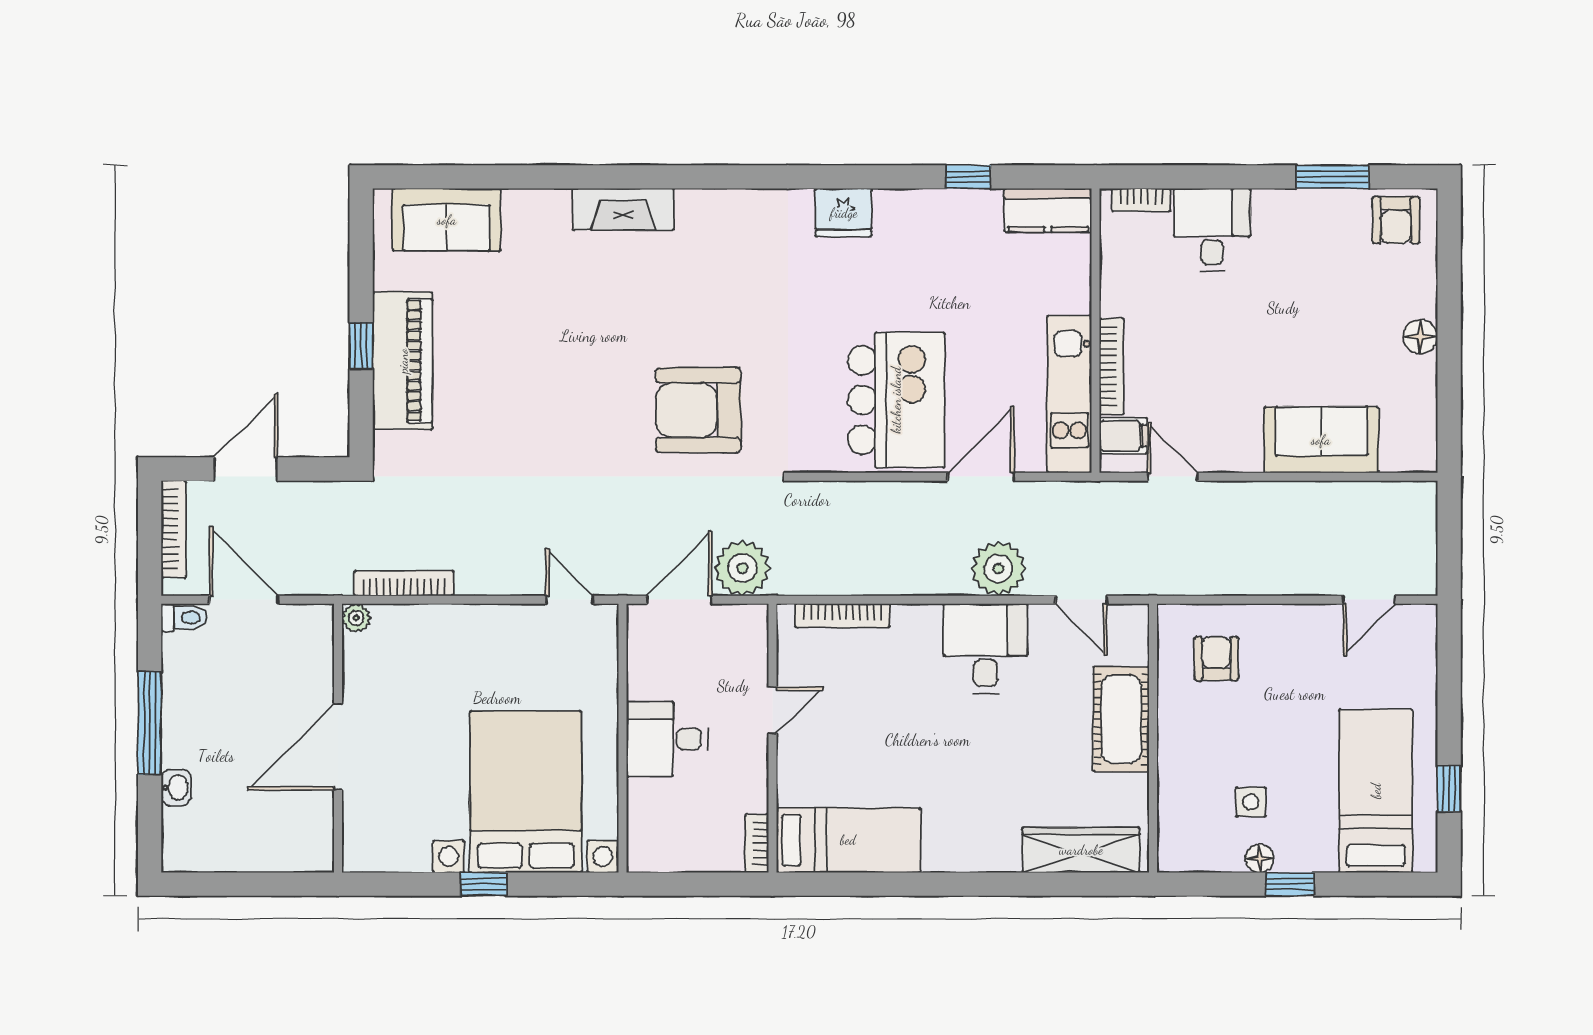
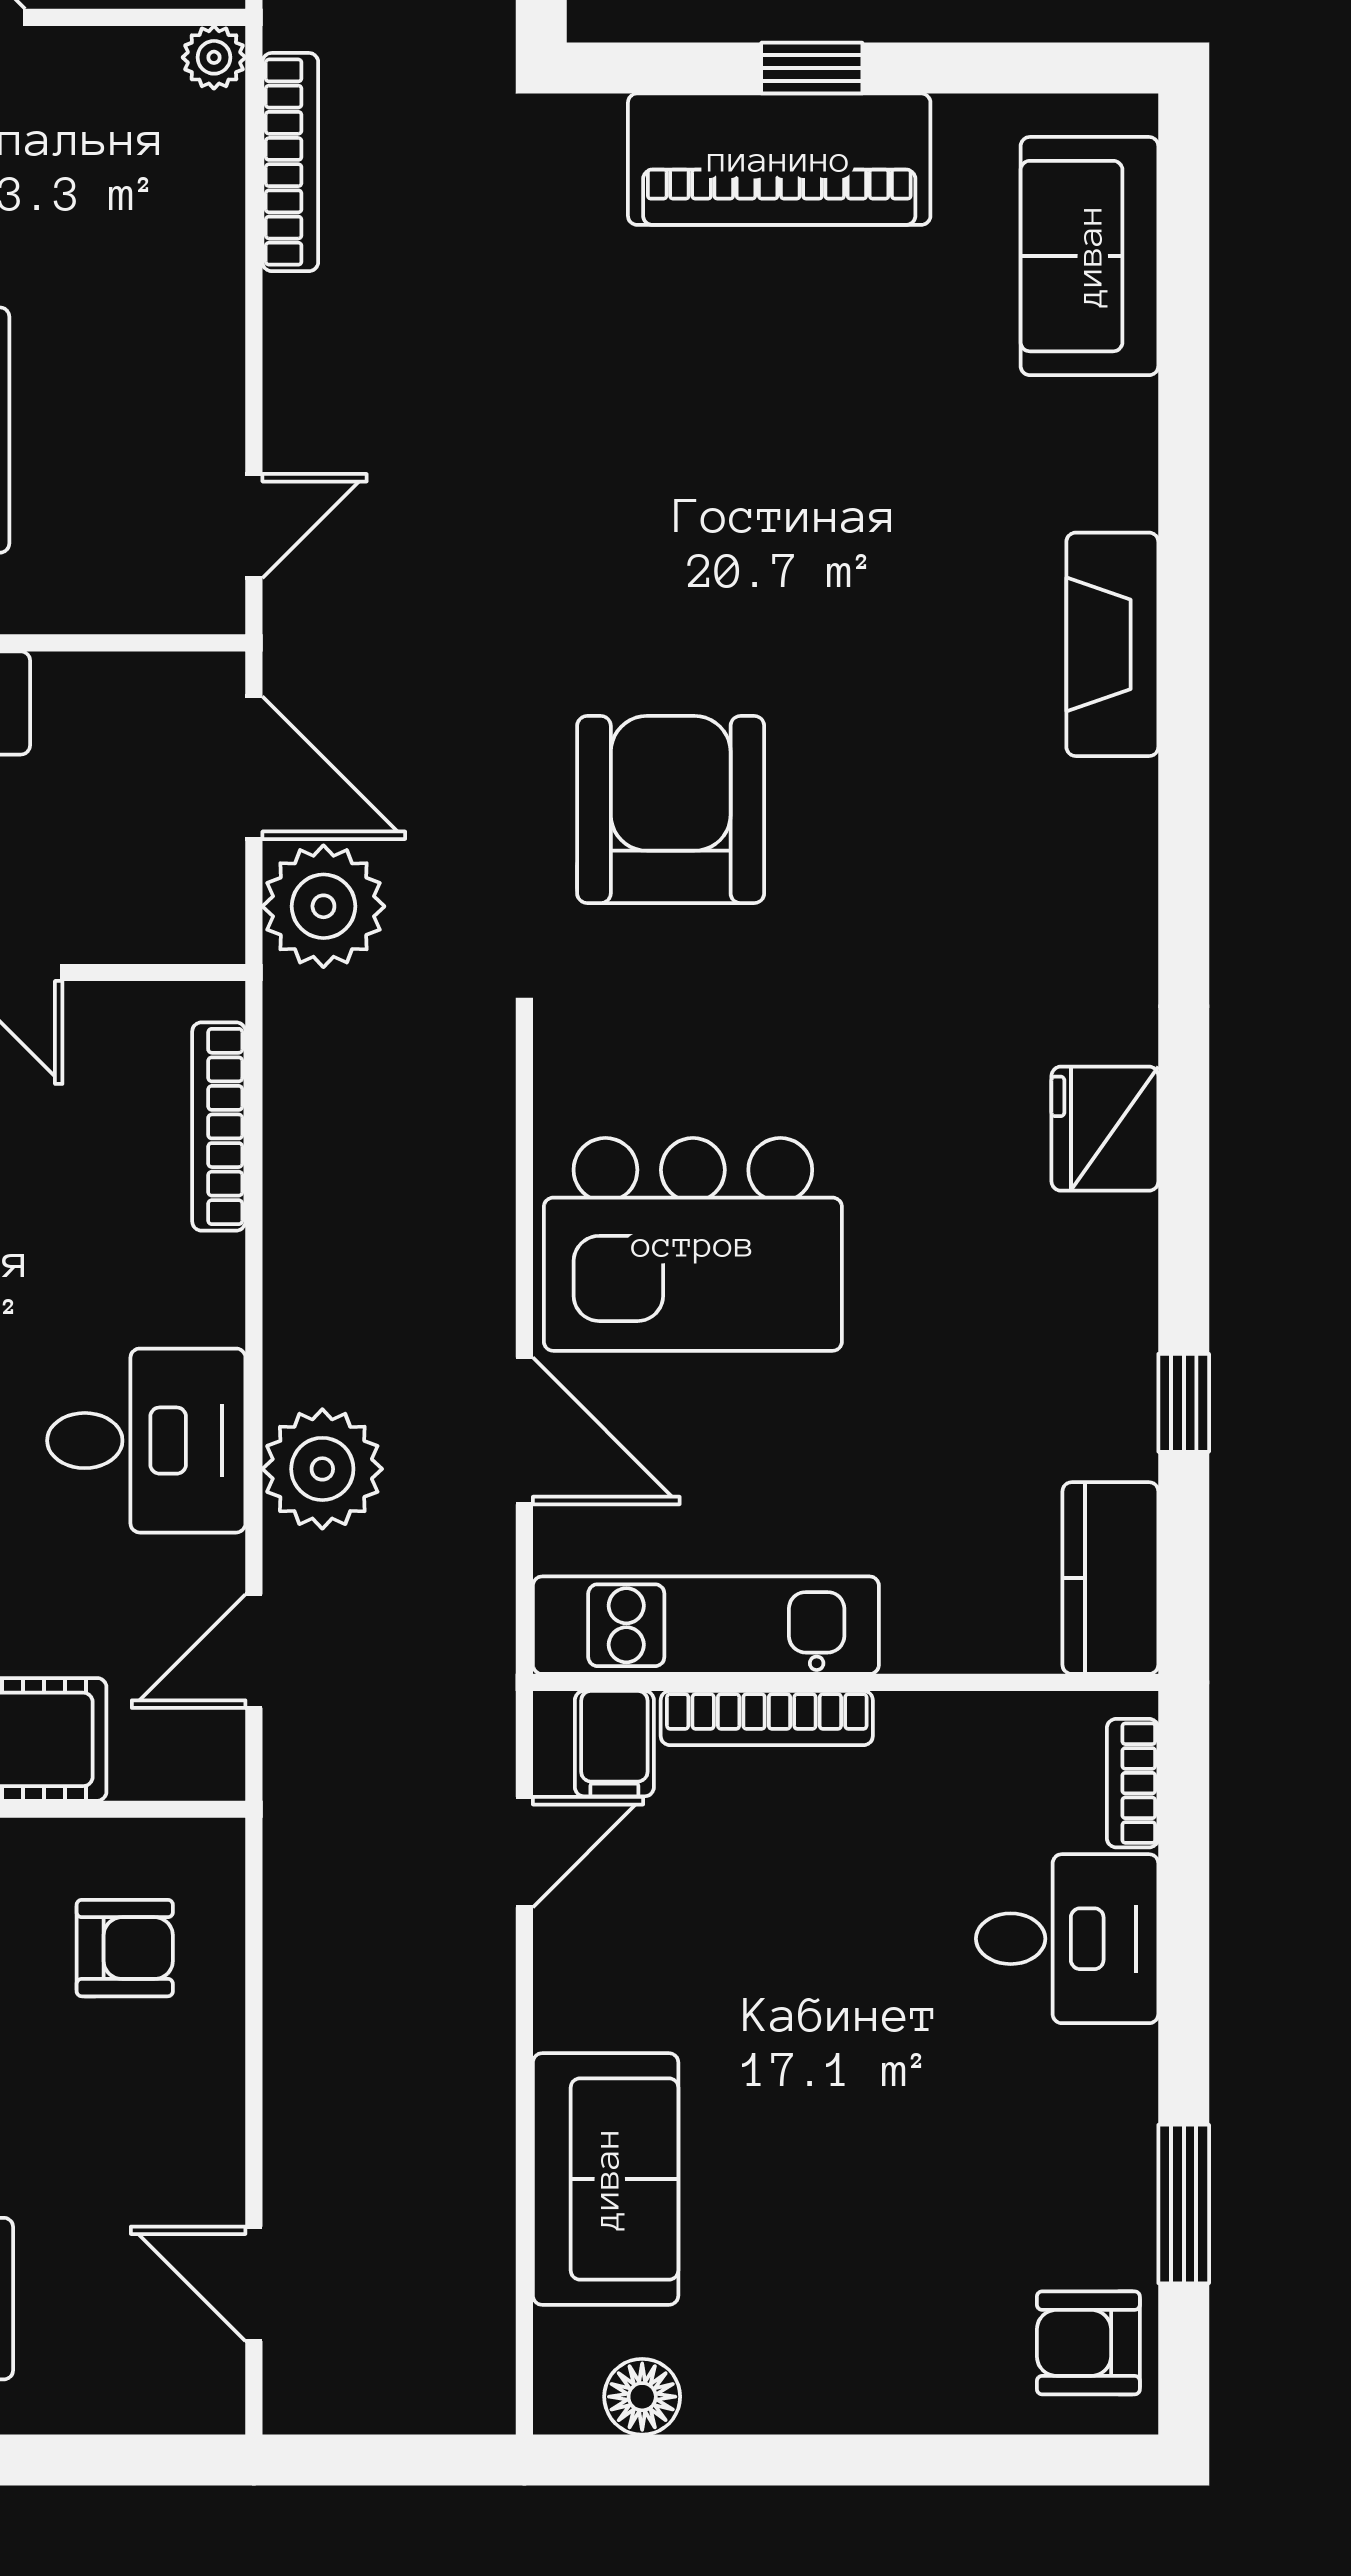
floor lamp: (1420, 337) -> (642, 2397), moved

